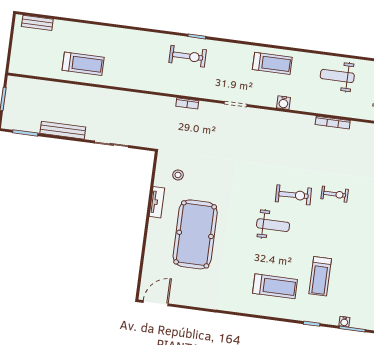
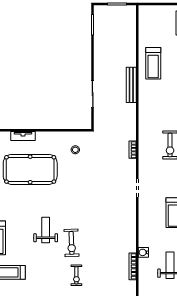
water cooler: (284, 103) -> (143, 252), moved
bench: (63, 130) -> (131, 85), moved
tv unit: (157, 202) -> (23, 136), moved
weight bench: (273, 225) -> (46, 230), turned 180

